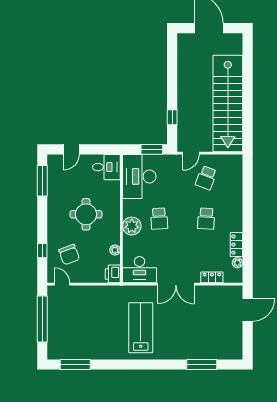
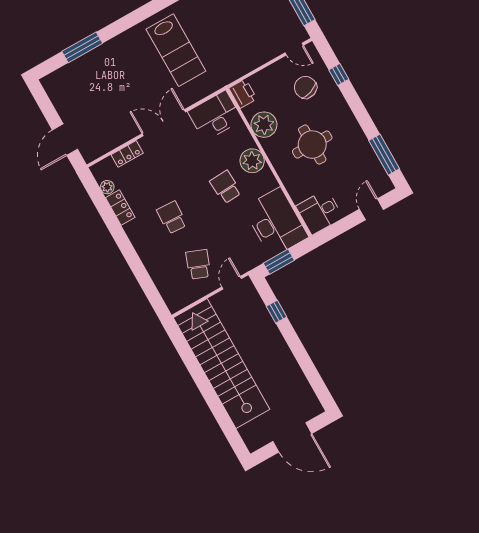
plant: (115, 250) -> (264, 125), width x1.87, depth x1.87

